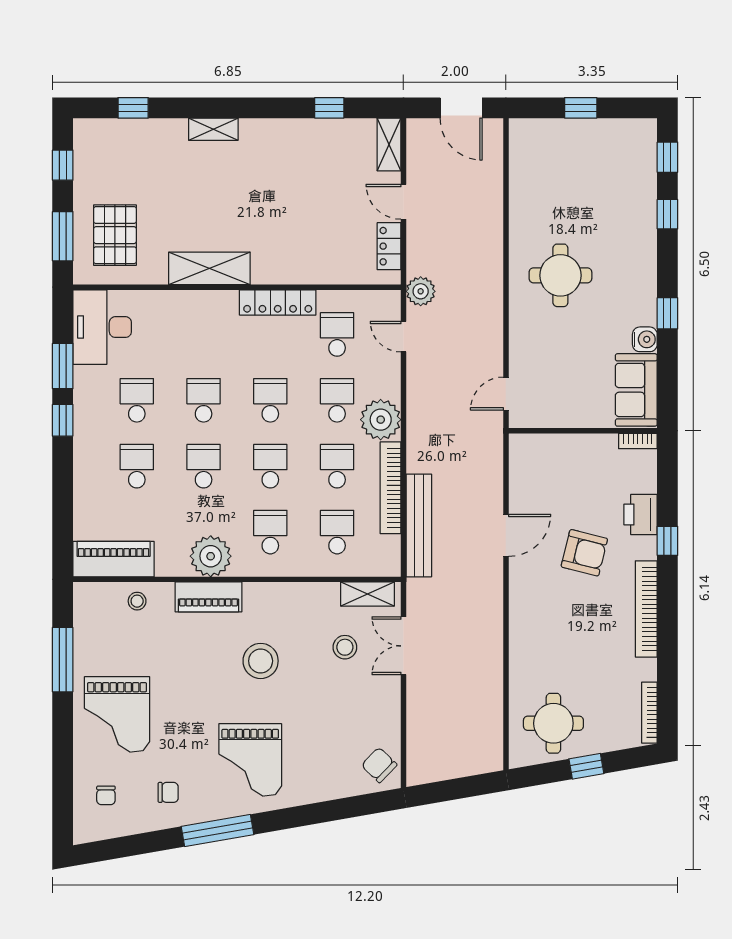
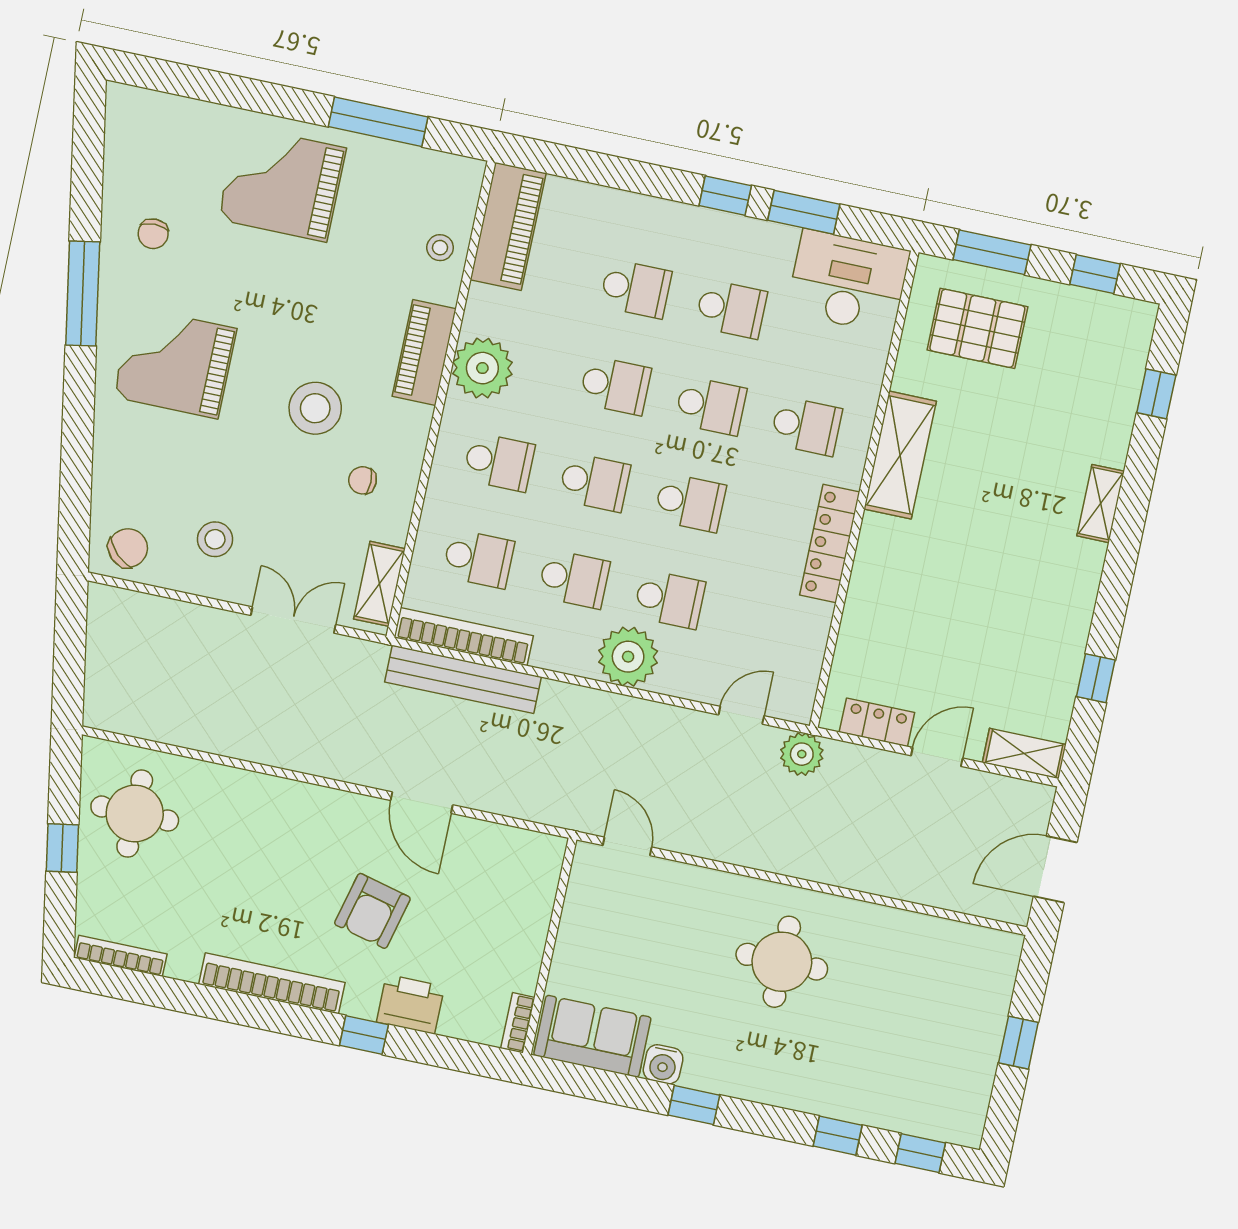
school desk: (337, 334) -> (806, 426), moved
bookcase: (391, 488) -> (464, 637), moved
stool: (345, 647) -> (215, 539), moved
chair: (106, 795) -> (363, 480), moved

